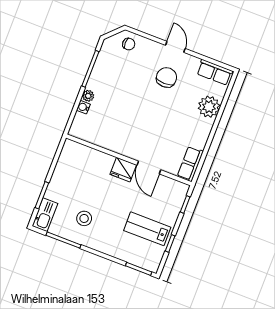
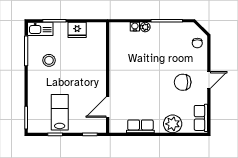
chair: (166, 77) -> (183, 82), turned 180
row of seats: (190, 164) -> (140, 126), moved
door: (149, 168) -> (108, 107), moved
fridge: (123, 170) -> (77, 30), moved, turned -90

